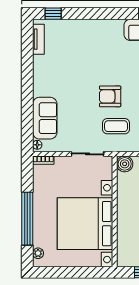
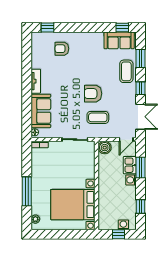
tv unit: (38, 39) -> (36, 81), moved
armchair: (71, 40) -> (62, 49), added
window: (27, 219) -> (27, 191), width x0.68
bed with nightstands: (85, 224) -> (73, 205), width x0.73

